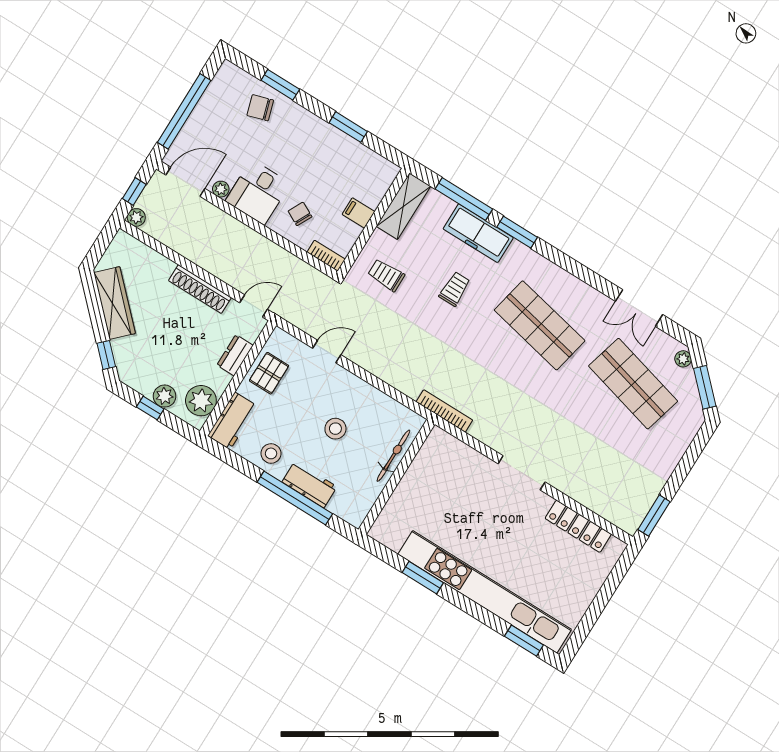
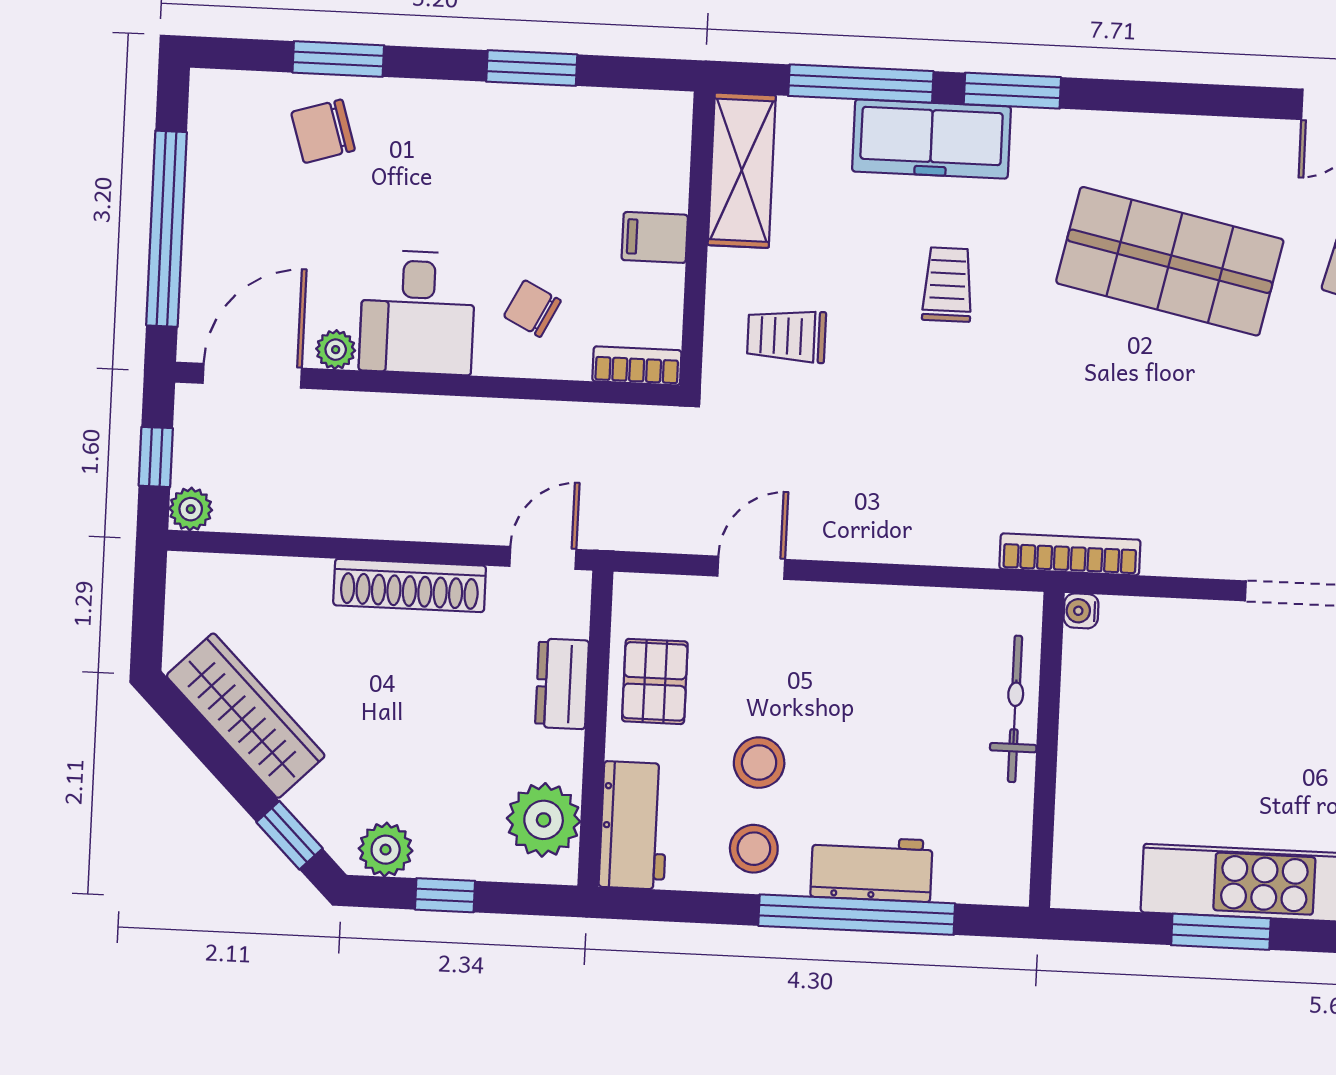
plant: (165, 396) -> (386, 850), moved
stool: (335, 429) -> (759, 763), moved
water cooler: (437, 434) -> (1081, 611), added

